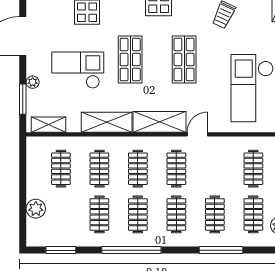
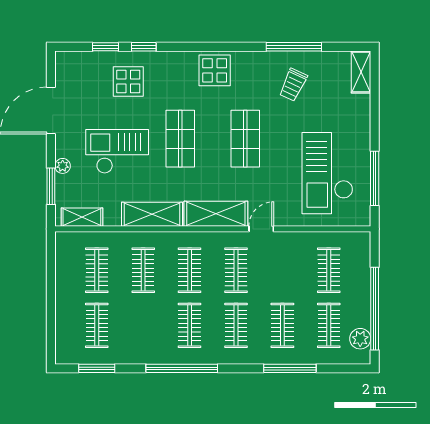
plant: (36, 209) -> (66, 318), removed
clothes rail: (99, 214) -> (97, 325), moved

